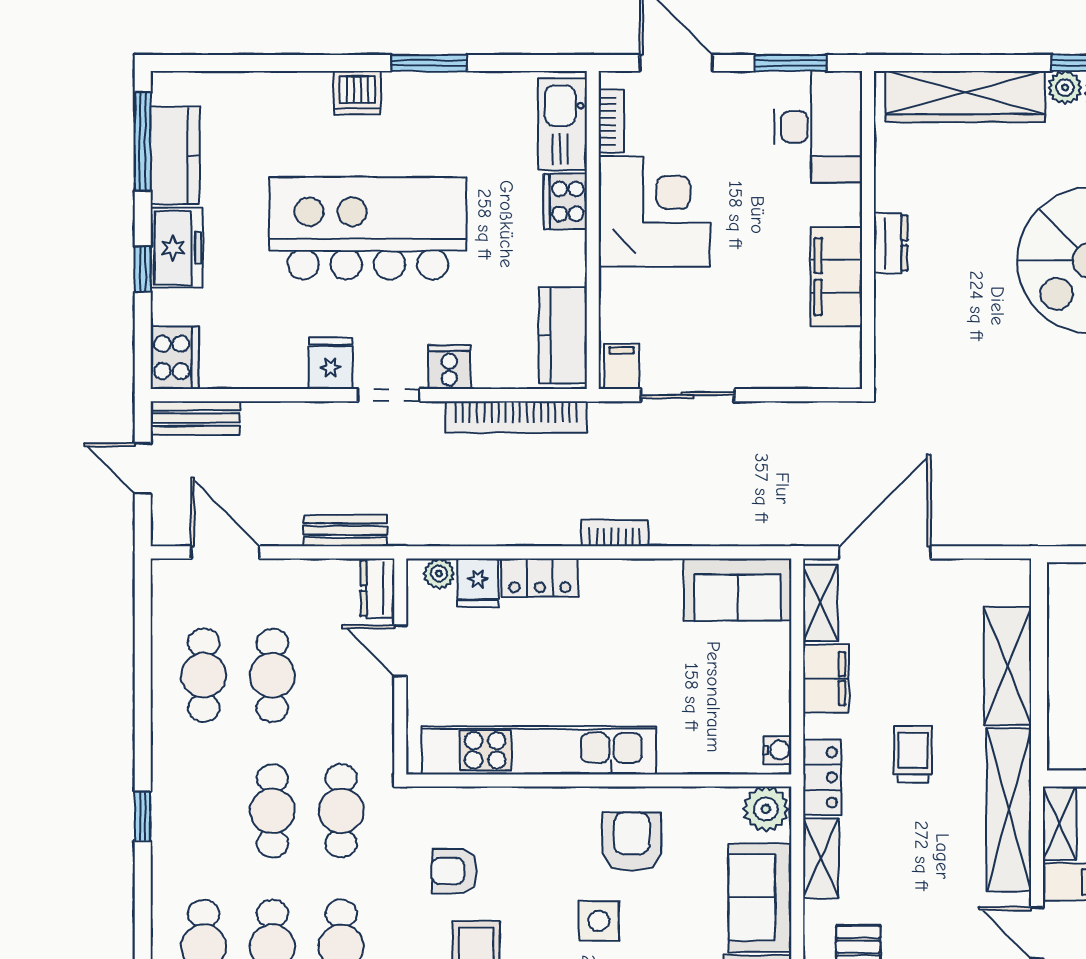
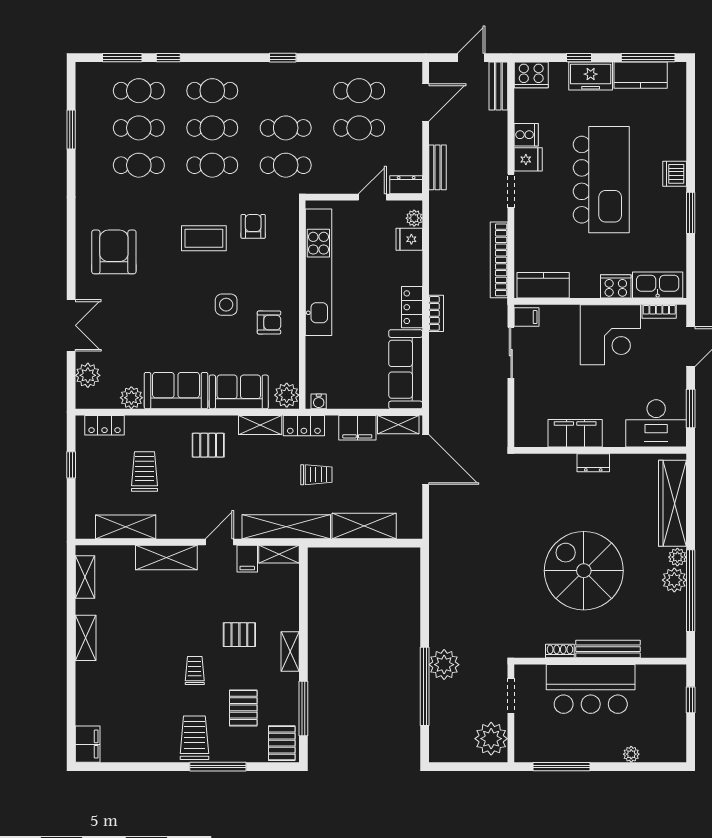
cooker: (449, 367) -> (526, 135), moved
locker: (540, 578) -> (412, 307), moved
sofa: (737, 589) -> (406, 369), width x1.36
armchair: (632, 842) -> (269, 322), width x0.72, depth x0.72

